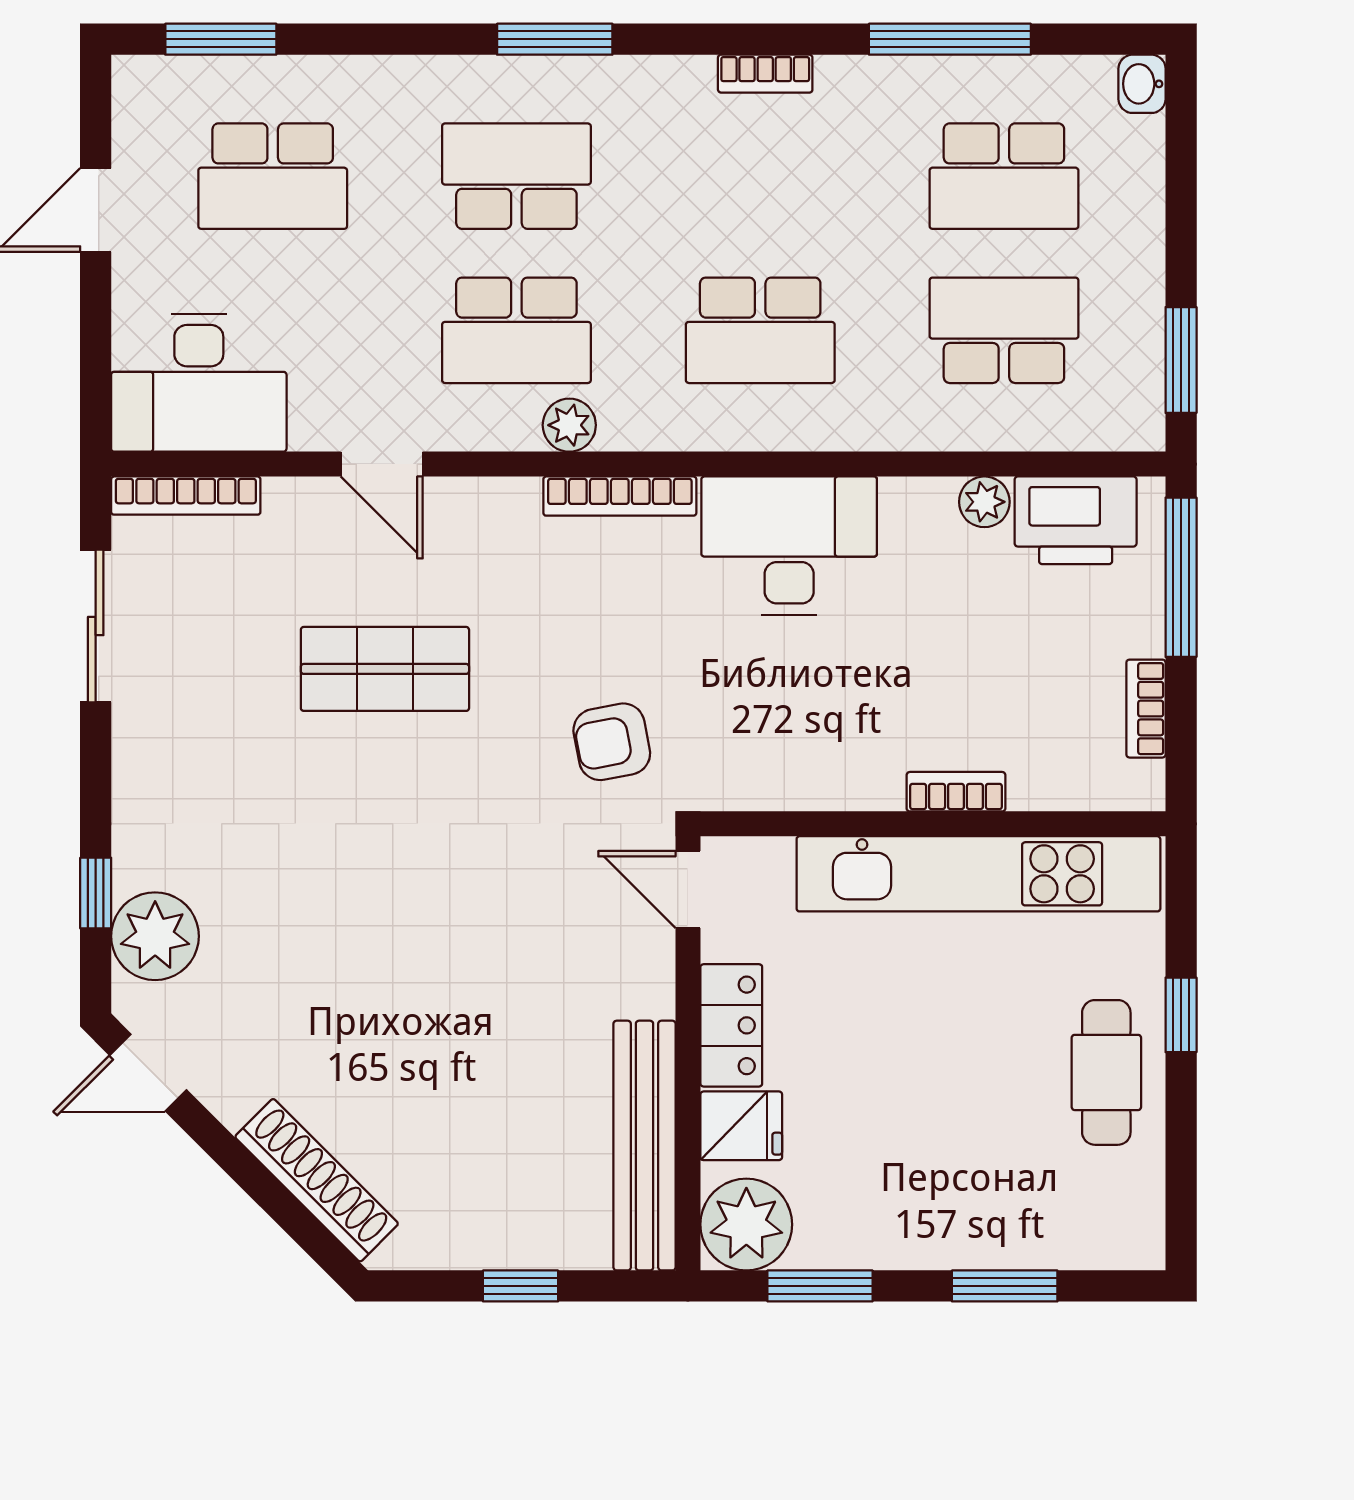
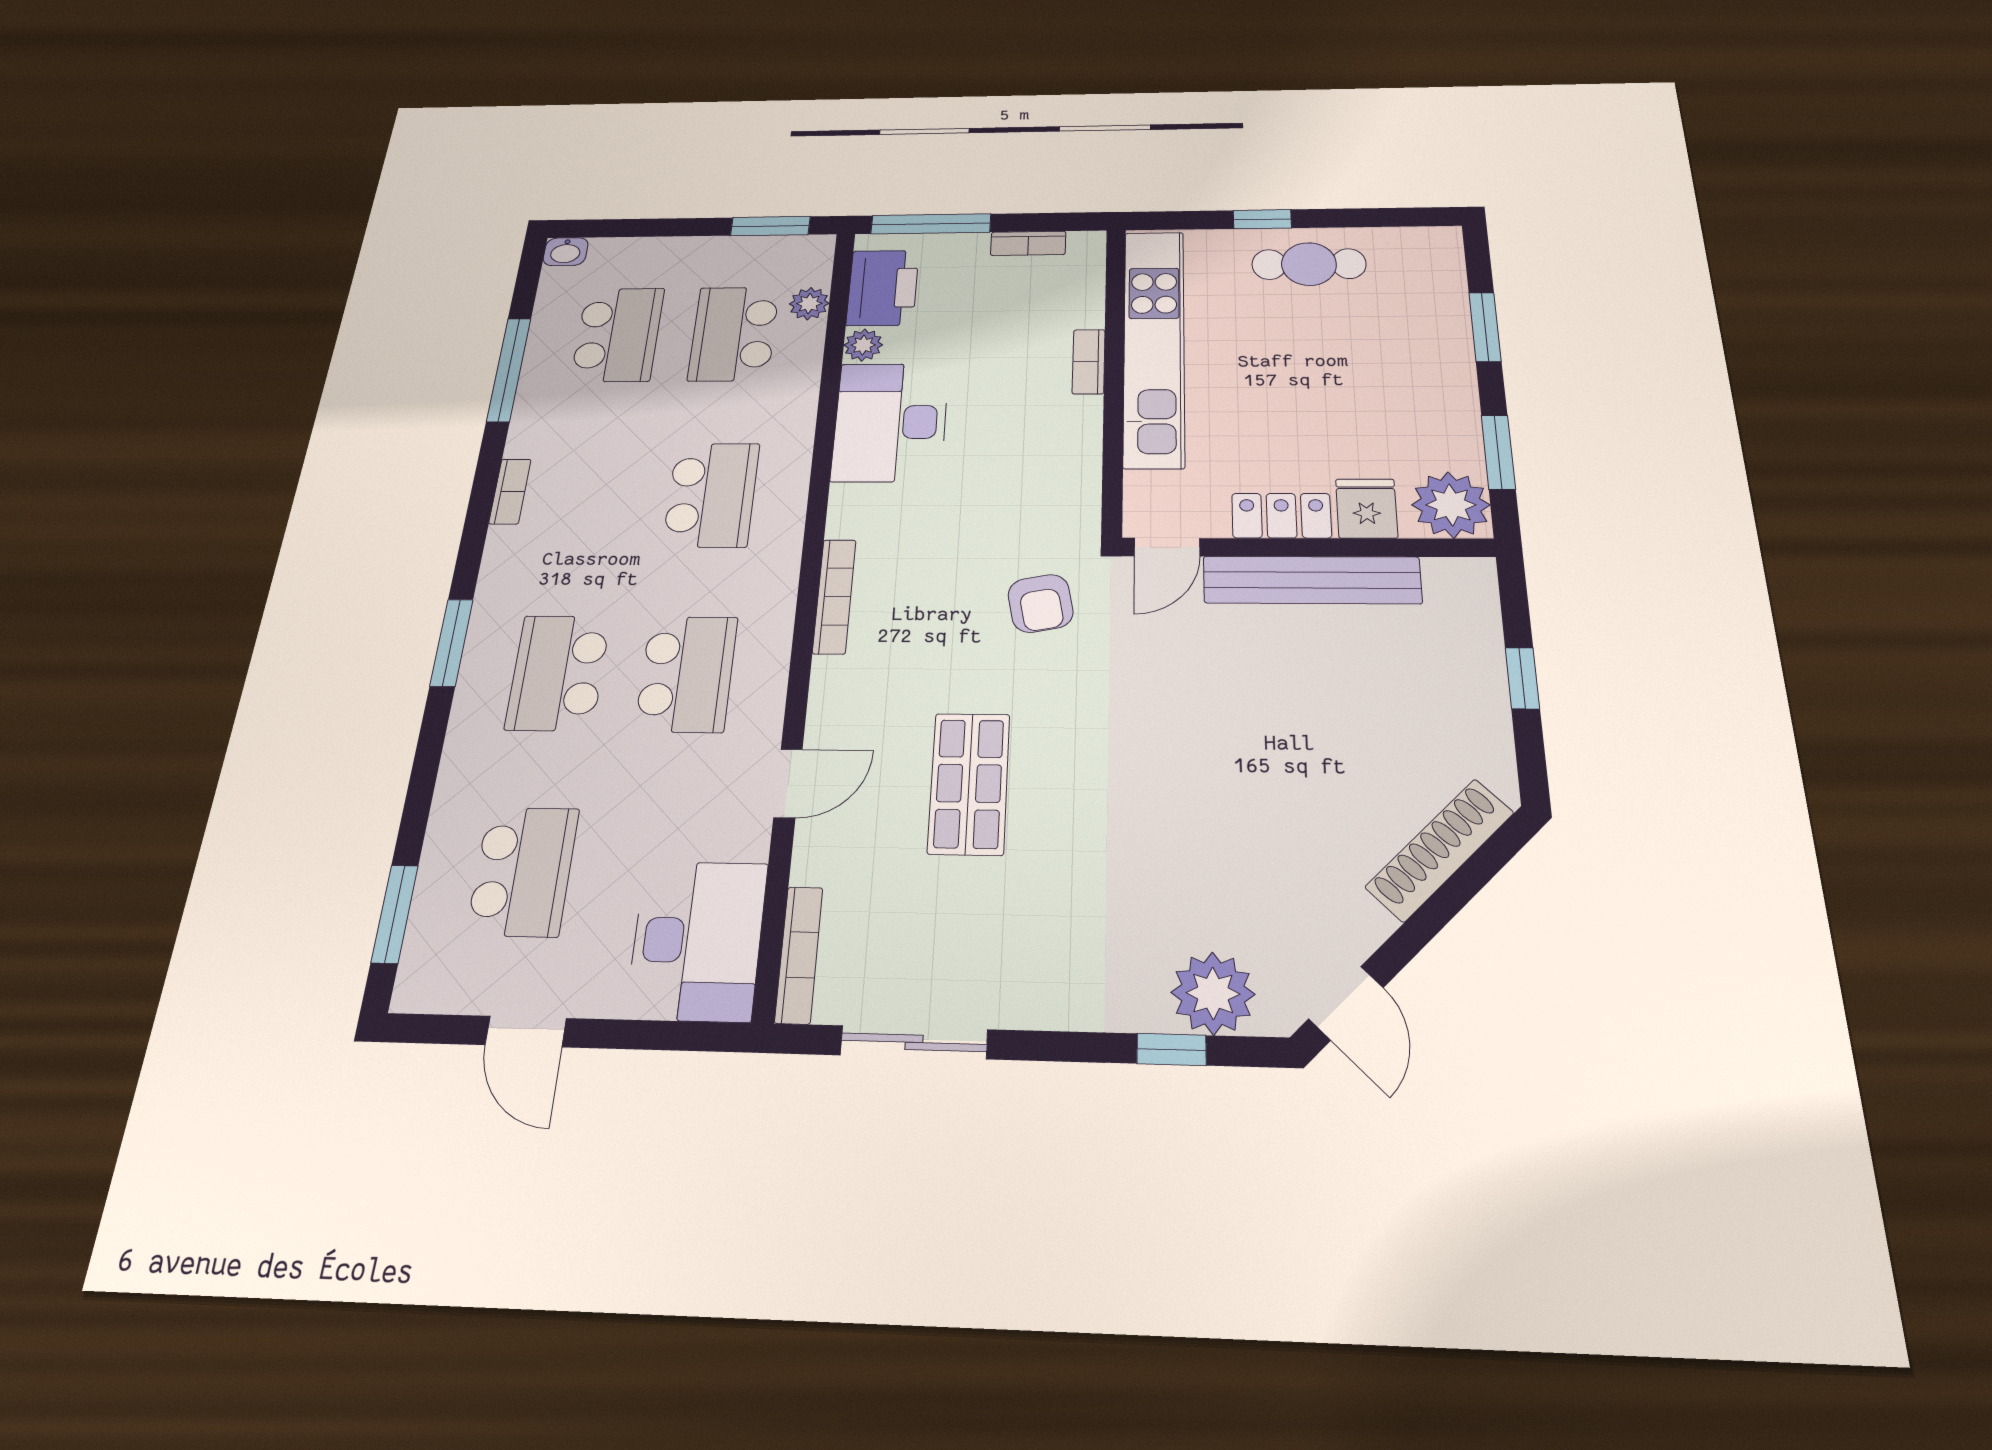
plant: (569, 425) -> (809, 304), moved
desk: (789, 546) -> (890, 422), moved
bench: (645, 1146) -> (1312, 580), moved

